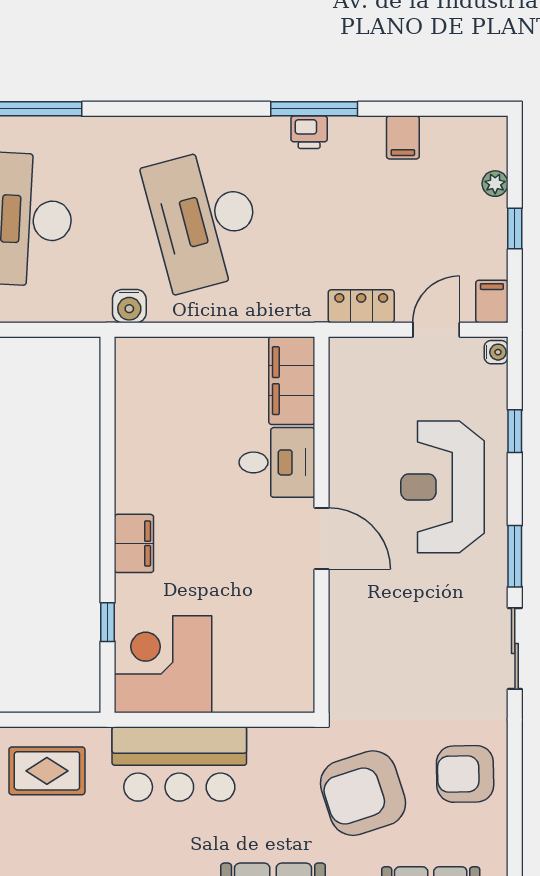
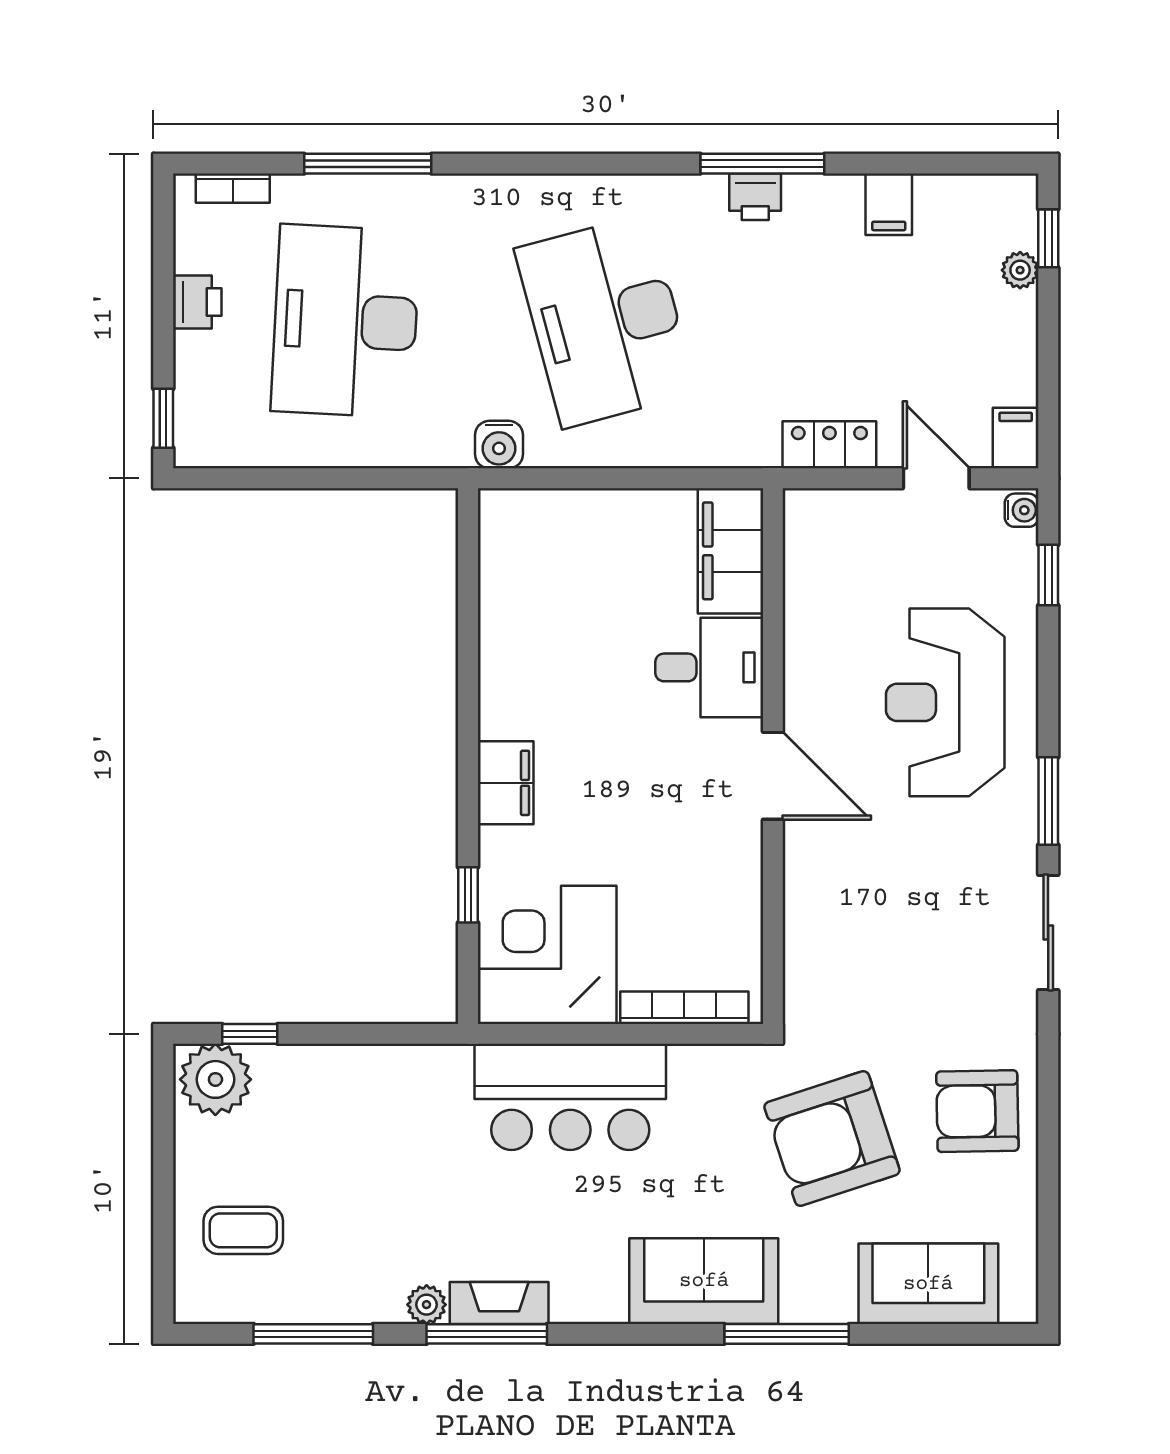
window: (515, 228) -> (1048, 238), moved
door: (436, 330) -> (936, 478), hinge flipped
window: (515, 431) -> (1048, 575), moved
bookcase: (259, 701) -> (684, 1008), added
rug: (47, 771) -> (382, 1107), removed

